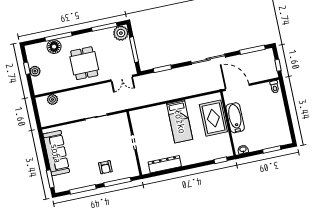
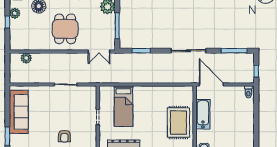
plant: (35, 71) -> (15, 13), moved
rug: (213, 118) -> (178, 123), moved
bed: (180, 121) -> (123, 106), moved

